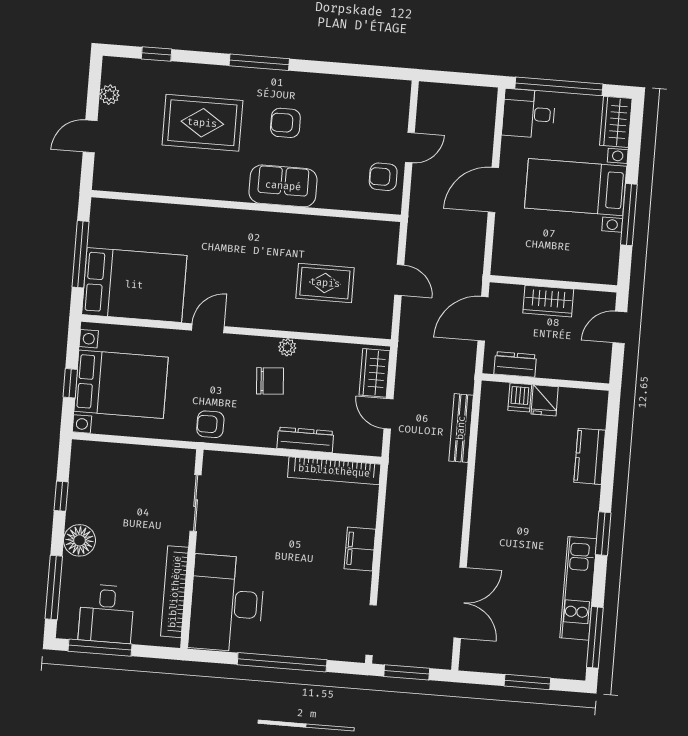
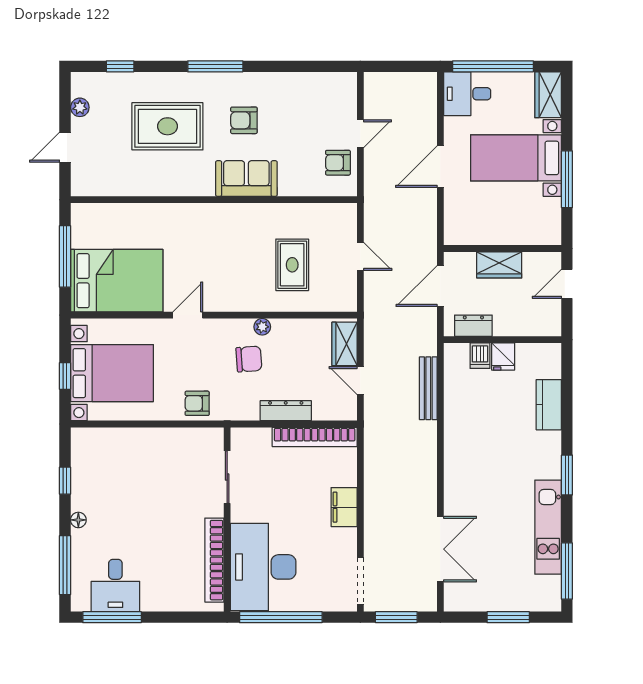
rug: (325, 283) -> (292, 265), turned 90
sliding door: (196, 503) -> (227, 477), moved
floor lamp: (79, 540) -> (78, 520), width x0.53, depth x0.53
wall: (192, 549) -> (227, 519), moved
bookcase: (175, 592) -> (214, 560), moved
desk: (227, 603) -> (263, 567), moved

